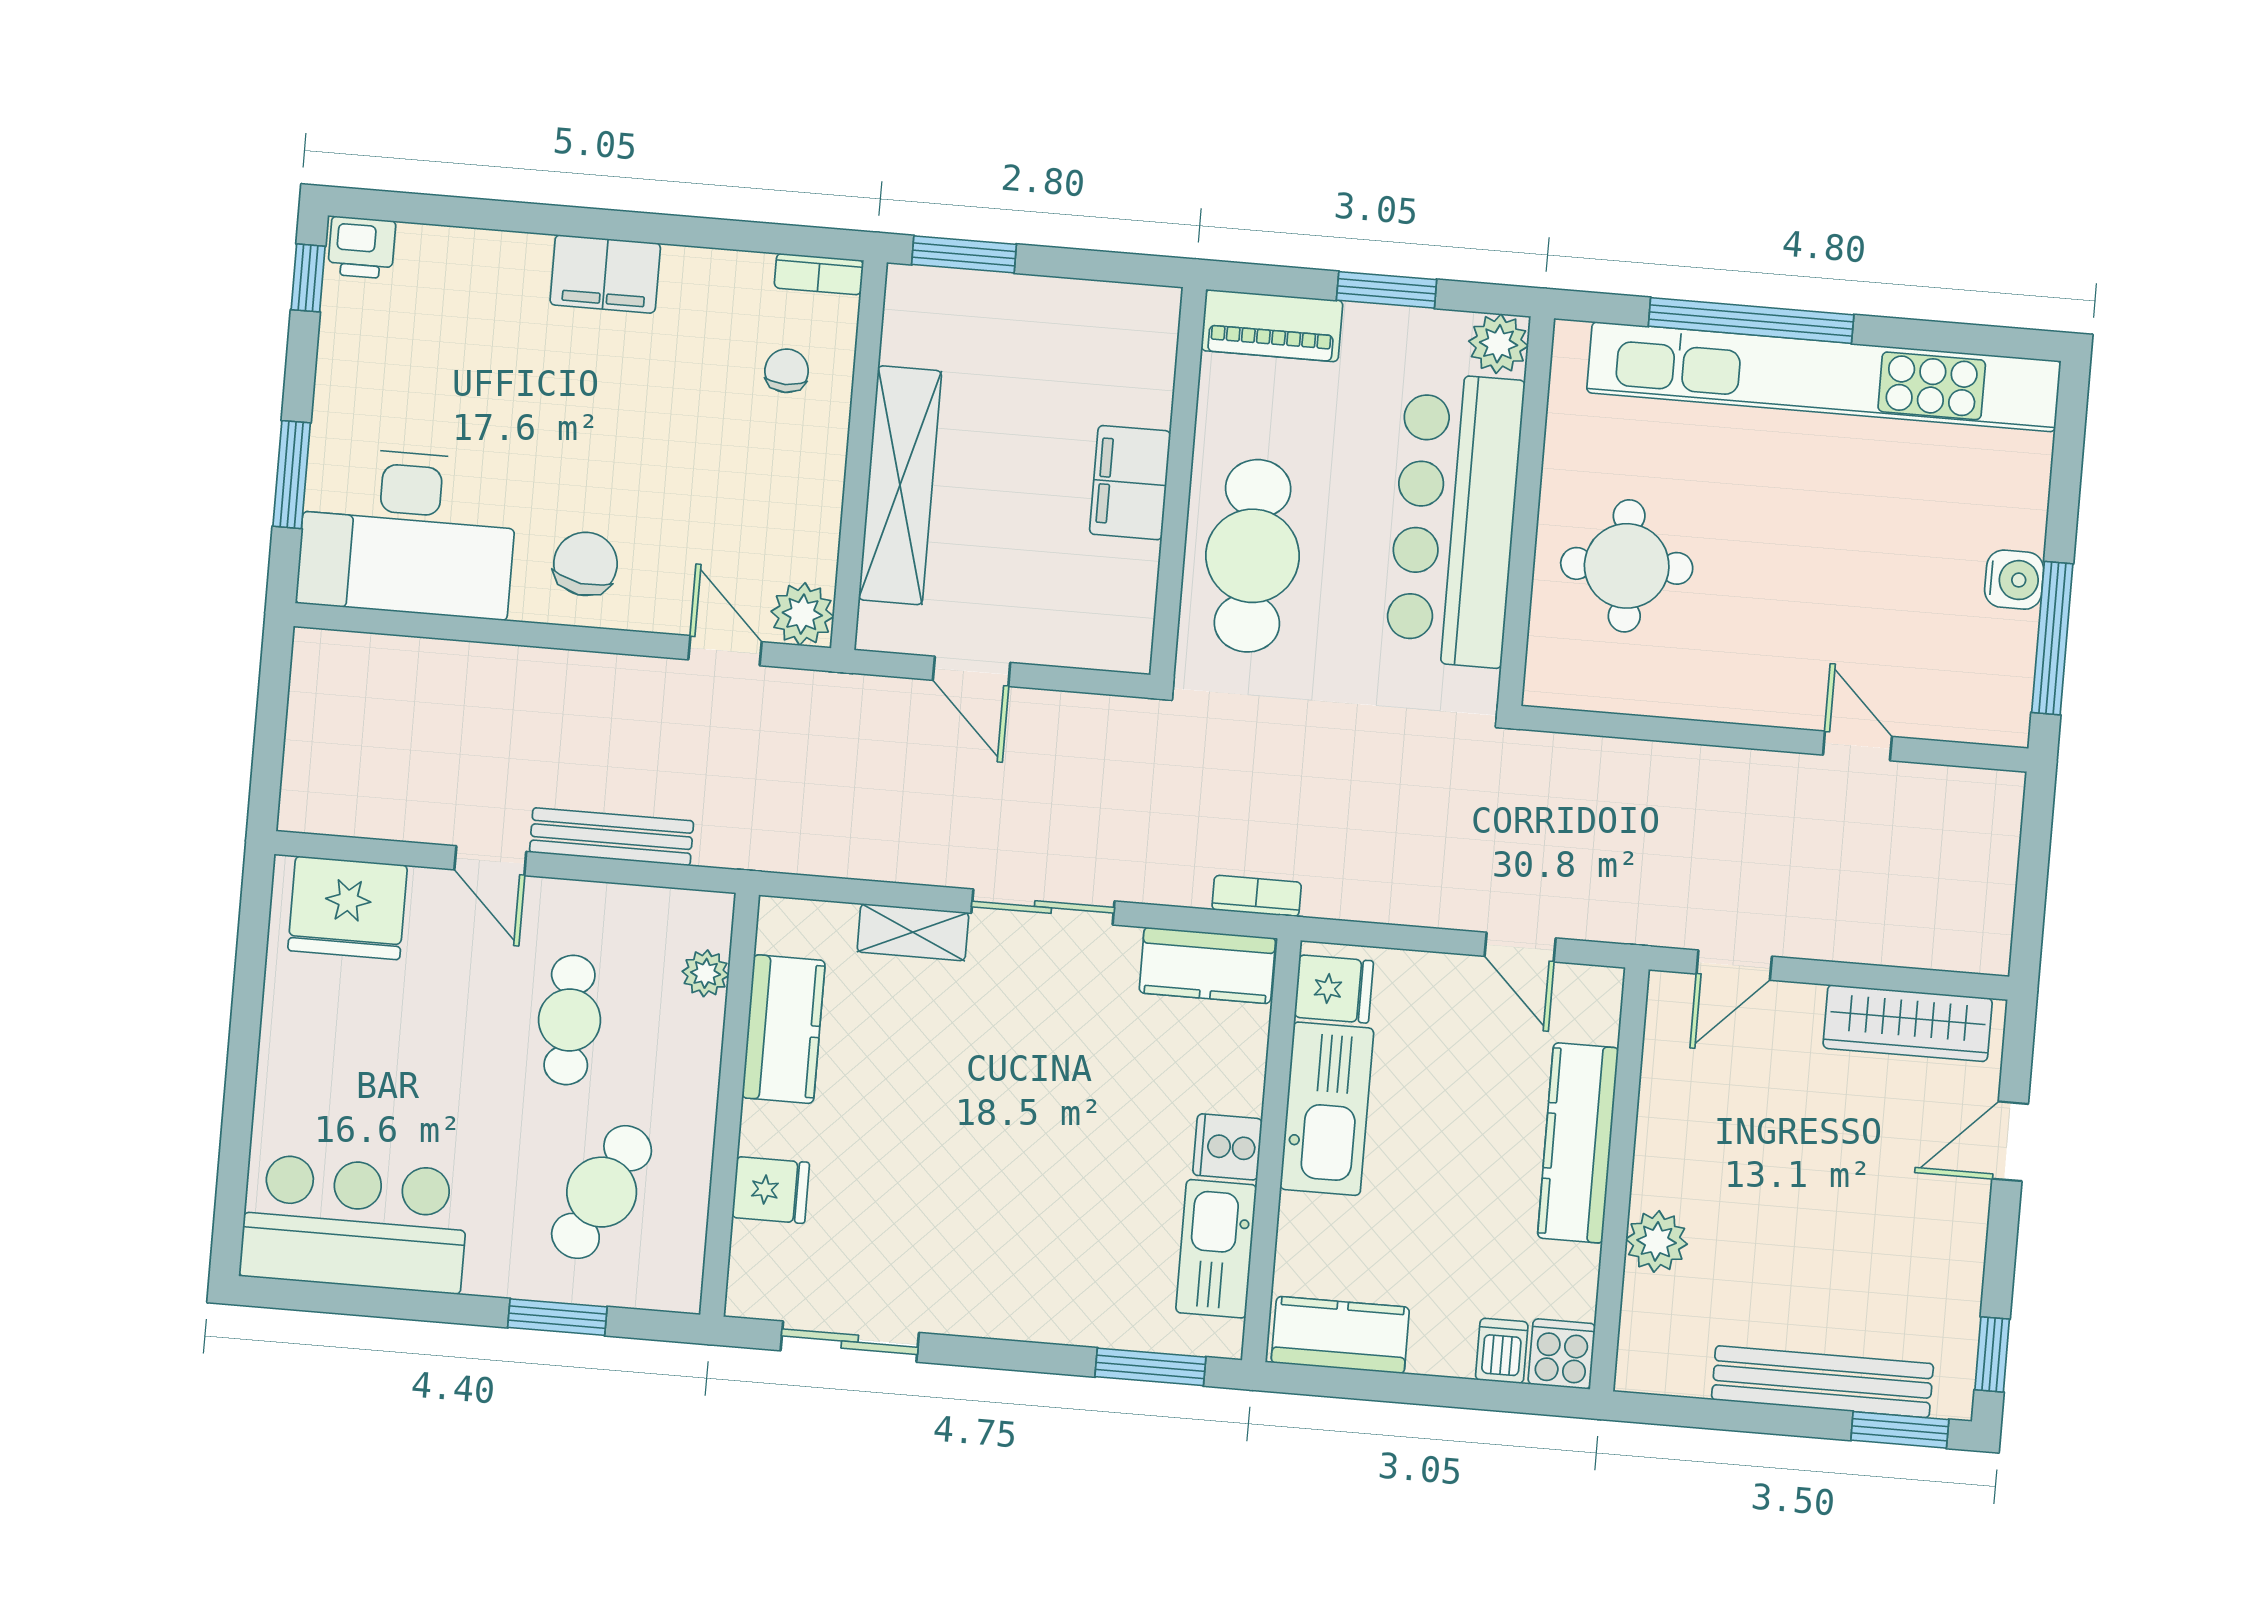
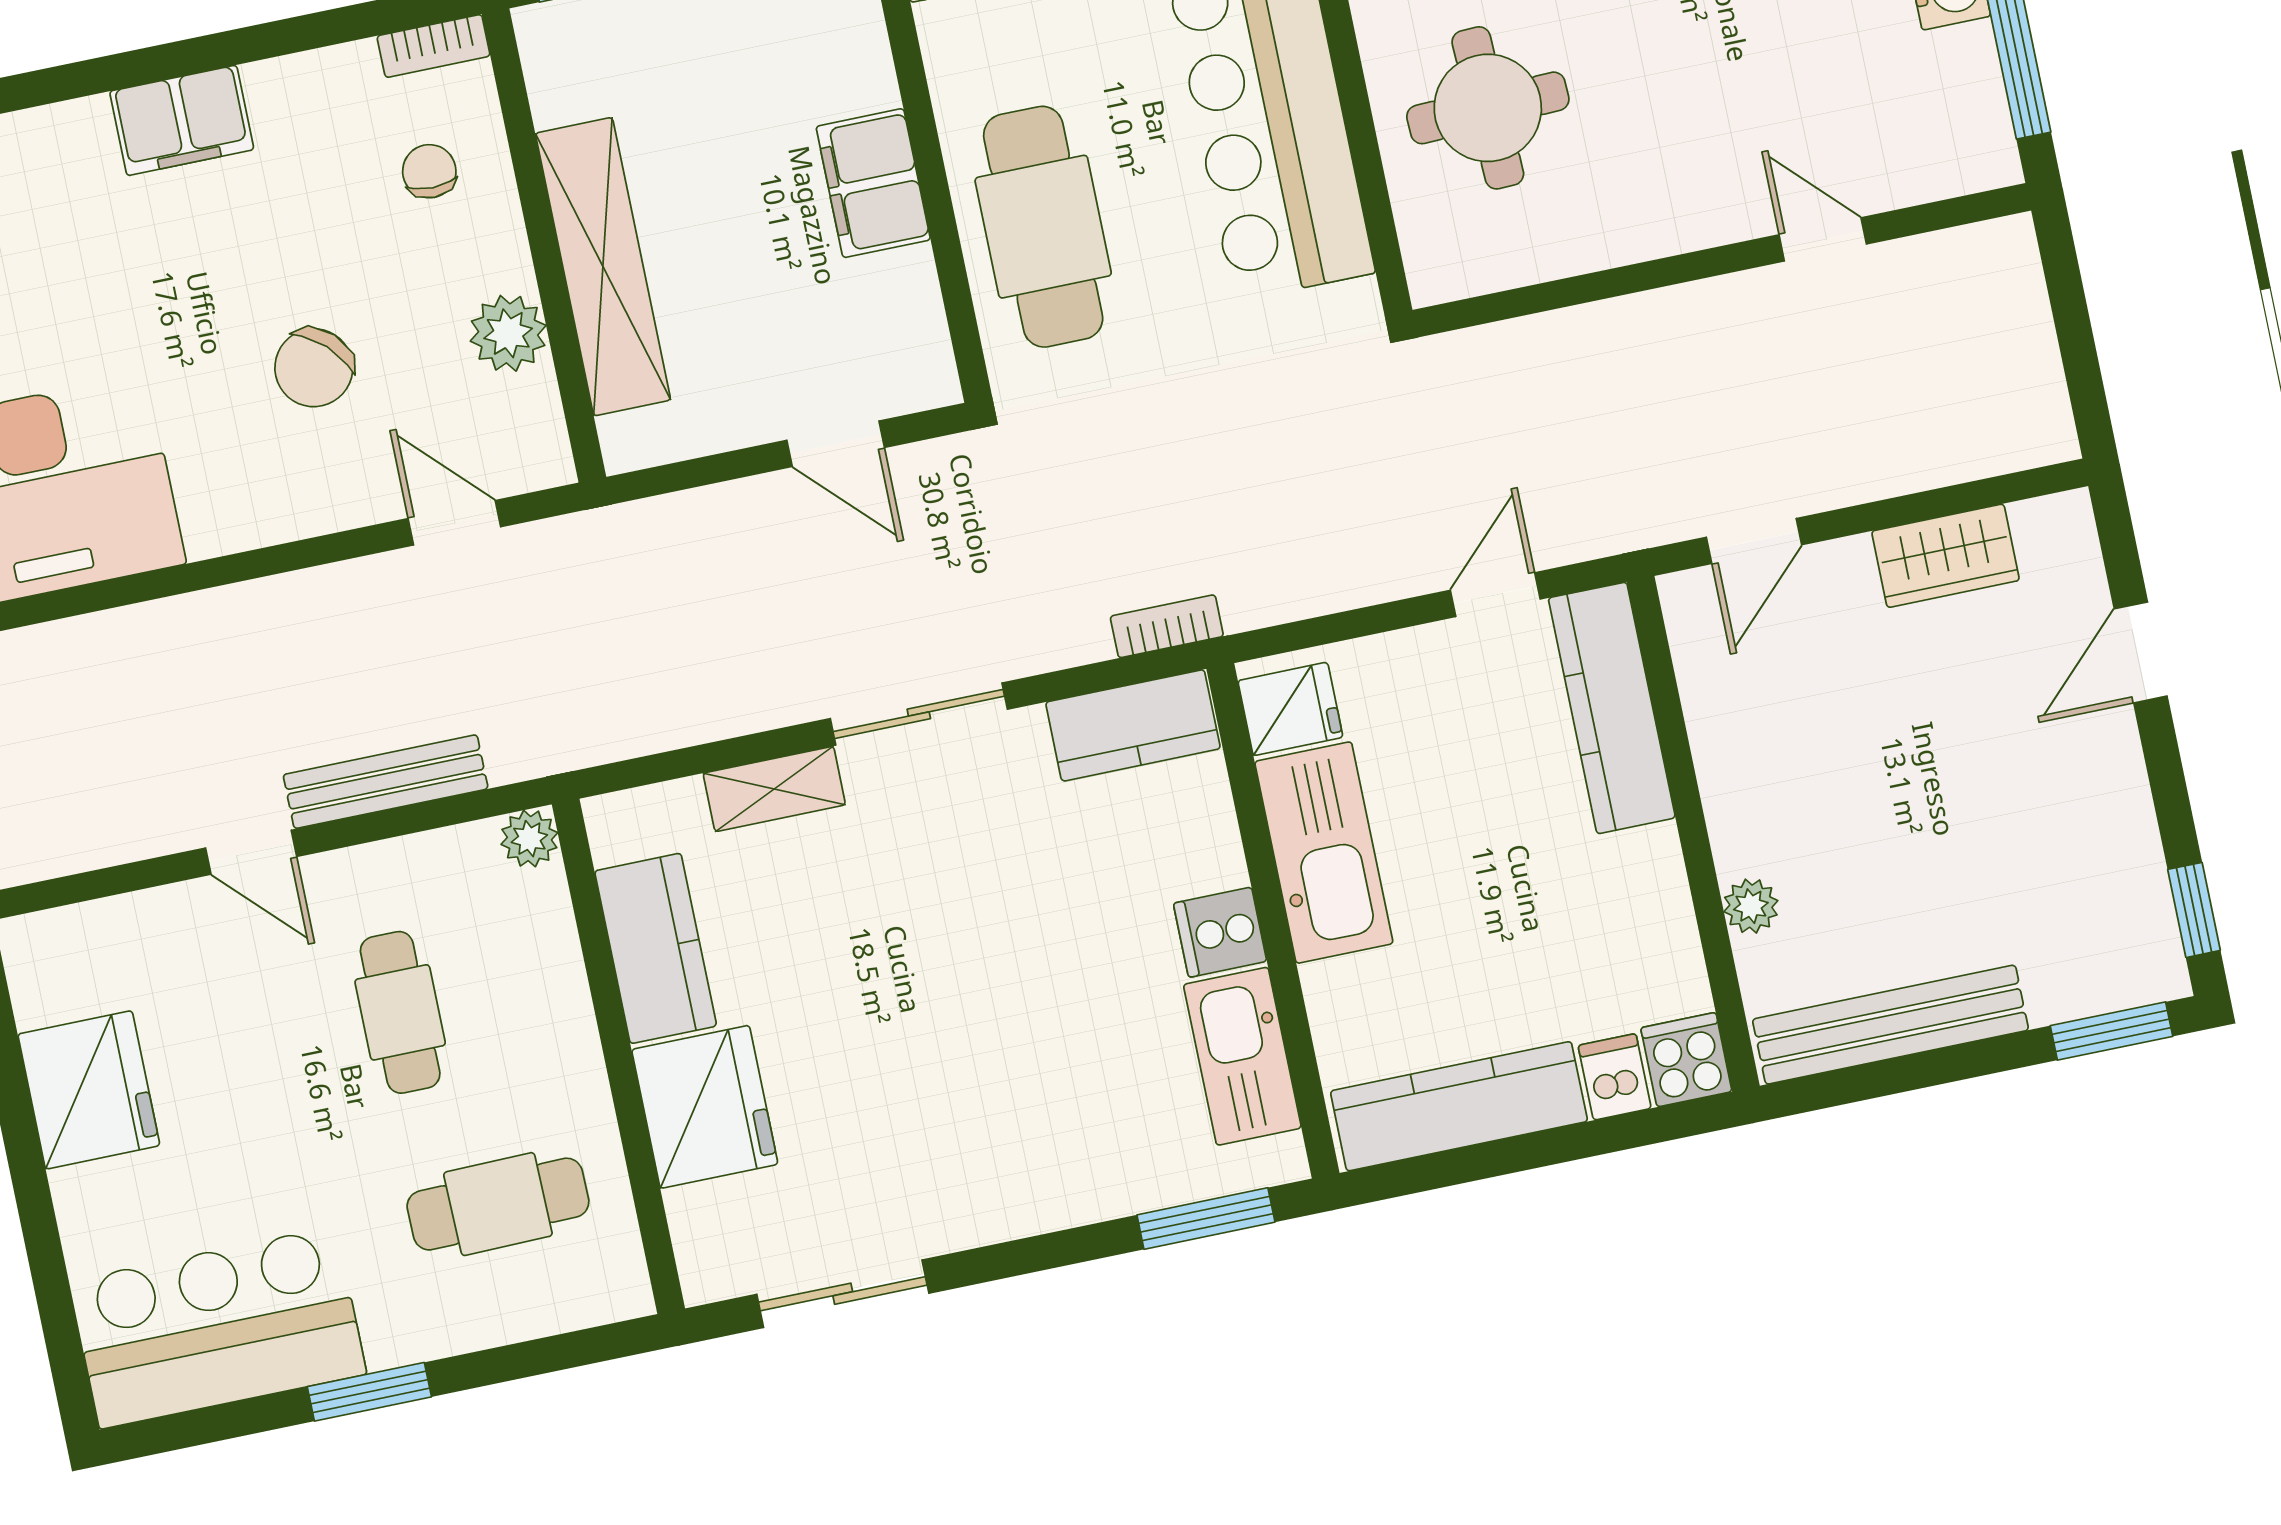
chair: (585, 564) -> (314, 368), moved, turned -145
plant: (802, 614) -> (508, 333), moved
door: (972, 671) -> (836, 444), moved
fridge: (348, 908) -> (89, 1090), moved, turned -90
door: (1520, 947) -> (1495, 595), swing flipped
plant: (706, 973) -> (529, 839), moved
wardrobe: (1908, 1023) -> (1946, 556), width x0.67
kitchen counter: (1578, 1143) -> (1612, 708), moved
fridge: (771, 1190) -> (705, 1107), width x1.88, depth x1.34
cafe table: (602, 1192) -> (498, 1204), turned 63
plant: (1657, 1241) -> (1751, 906), width x0.73, depth x0.73
window: (557, 1317) -> (369, 1392), moved
kitchen counter: (1340, 1335) -> (1459, 1106), width x1.50
bench: (1822, 1382) -> (1890, 1025), moved

